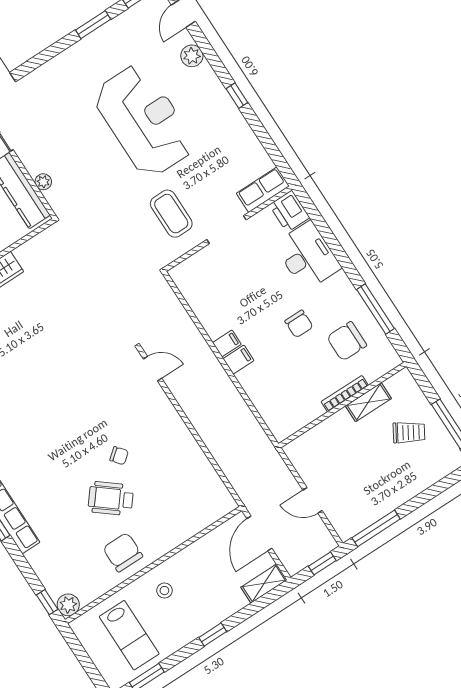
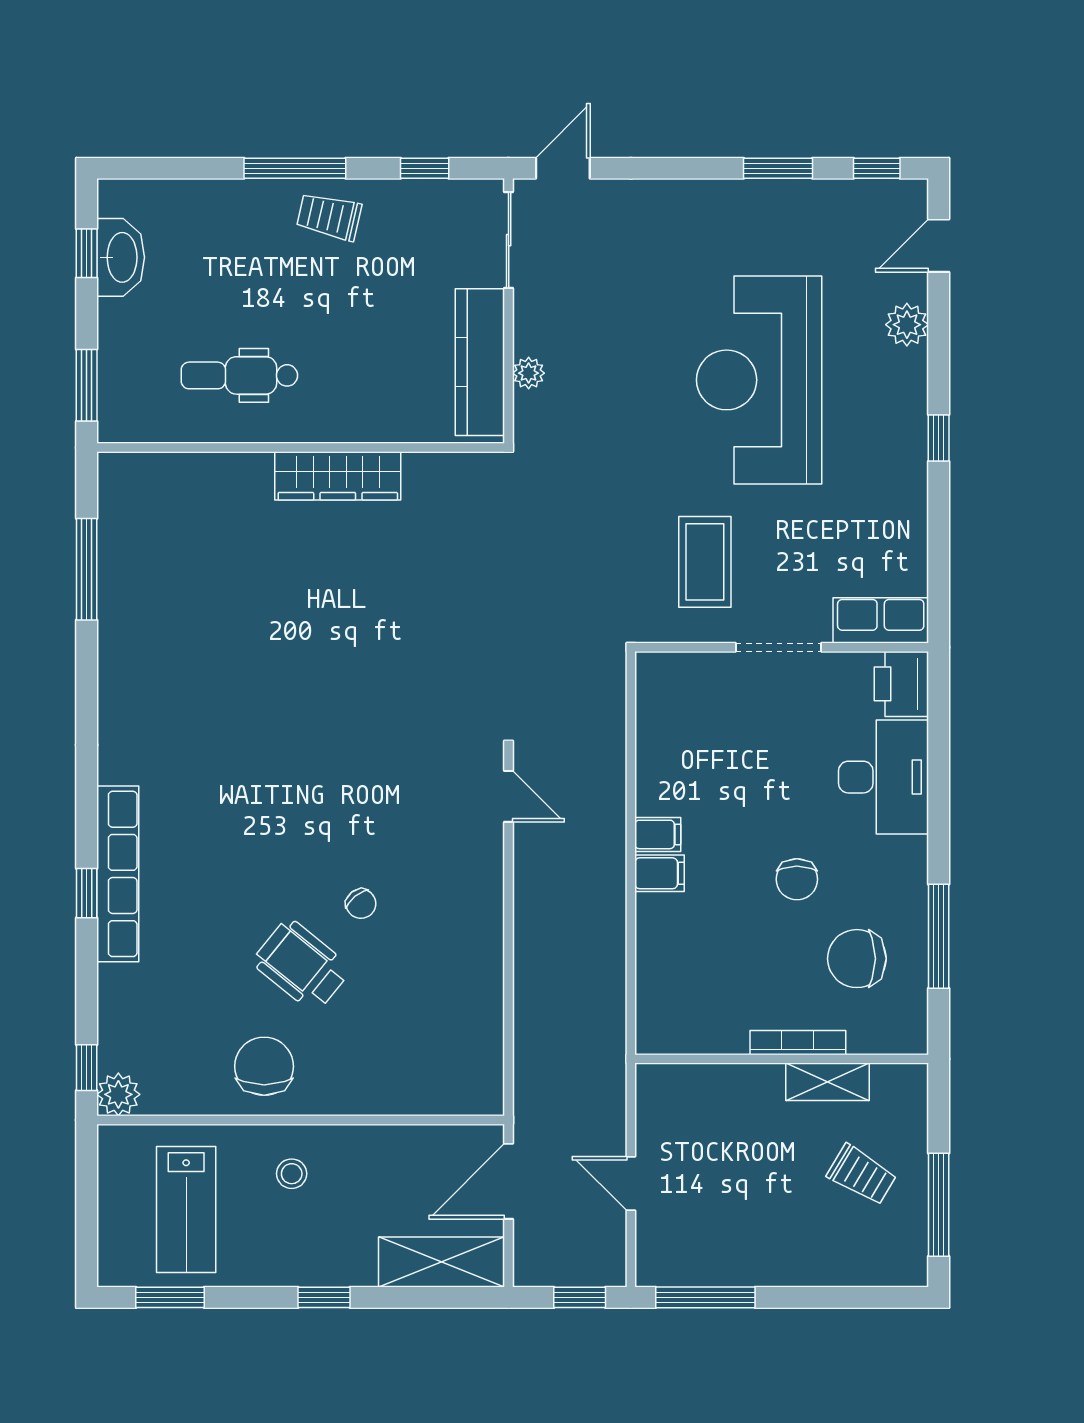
reception desk: (144, 121) -> (759, 380), turned 180
shelving: (264, 584) -> (442, 1262), width x1.50, depth x1.33

